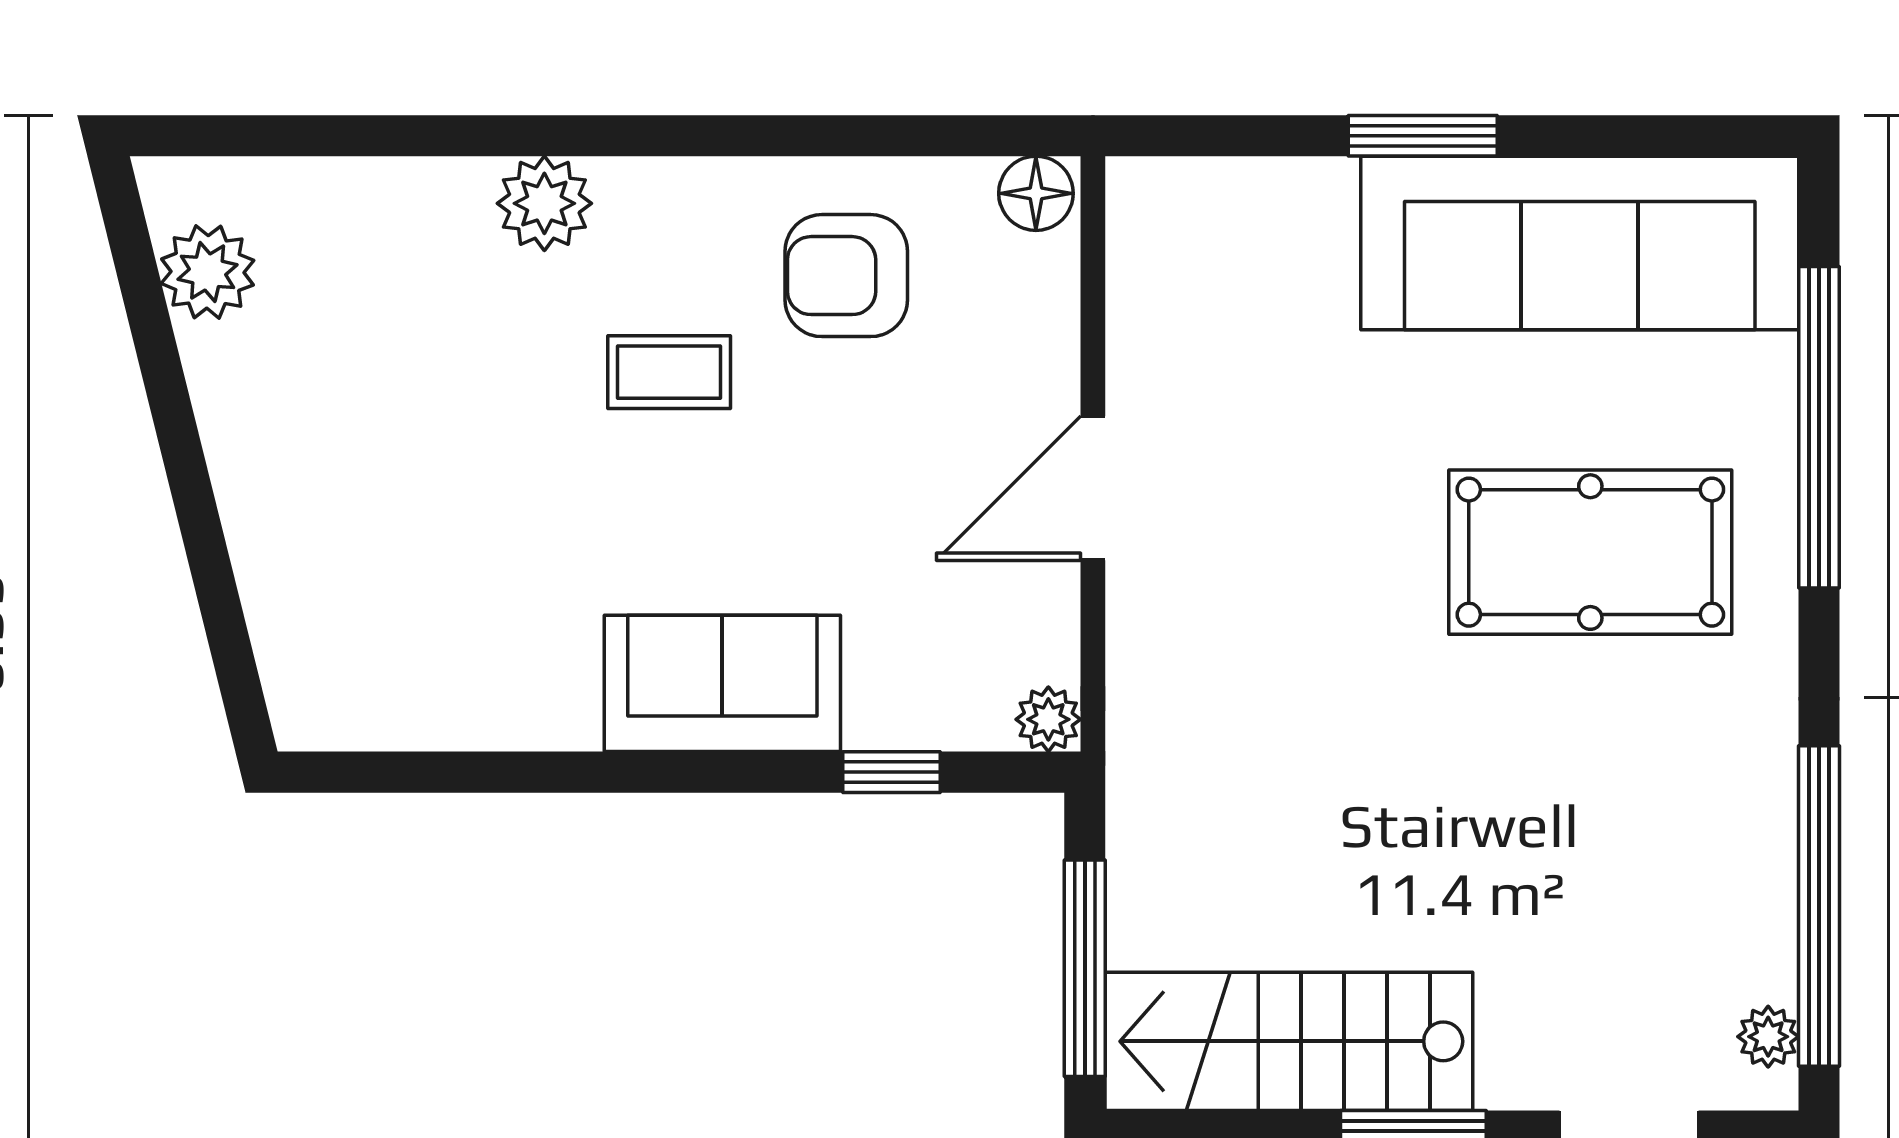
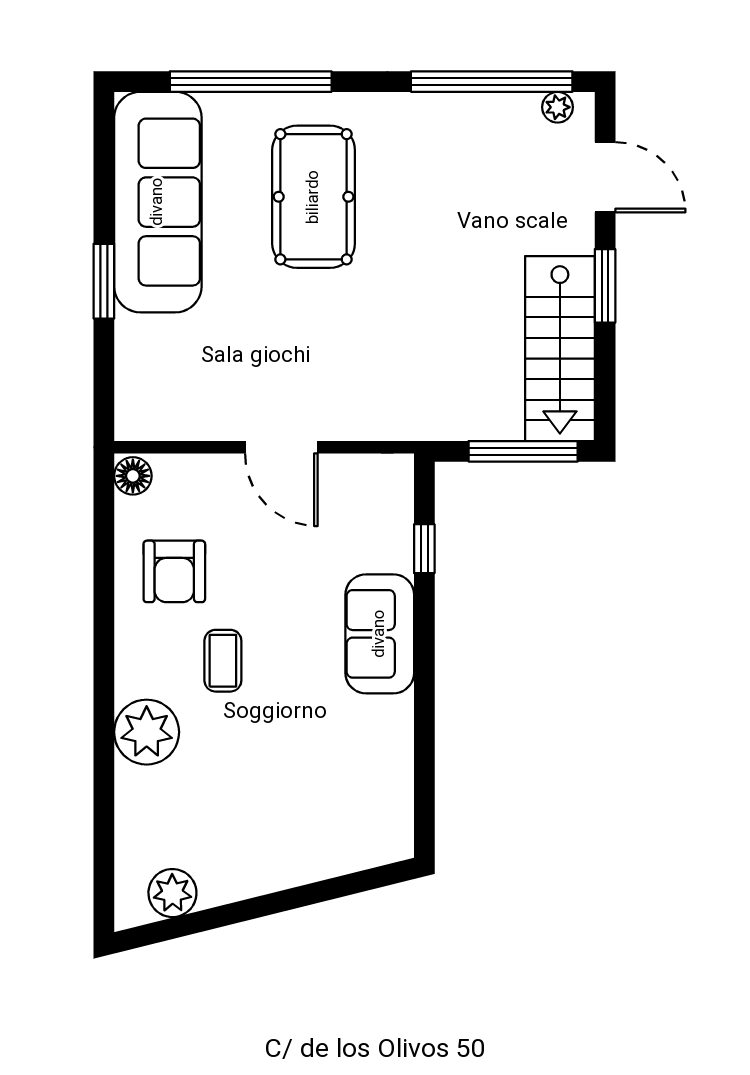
plant: (544, 203) -> (147, 732), width x1.36, depth x1.36
plant: (1048, 719) -> (398, 470), removed

